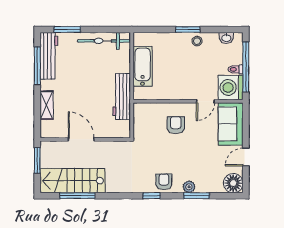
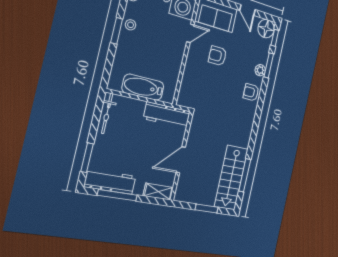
bicycle: (104, 41) -> (107, 113), width x0.73, depth x0.71
door: (205, 101) -> (190, 33), hinge flipped
armchair: (176, 125) -> (217, 56), moved
door: (81, 139) -> (181, 160), moved
wall: (85, 139) -> (182, 156), moved
window: (151, 196) -> (275, 38), moved

